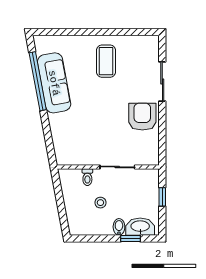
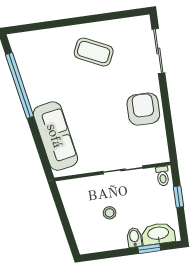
coffee table: (106, 61) -> (94, 52), turned -65
sliding door: (162, 81) -> (158, 51), moved
sofa: (54, 83) -> (55, 136), moved
toilet: (87, 177) -> (163, 176), moved

